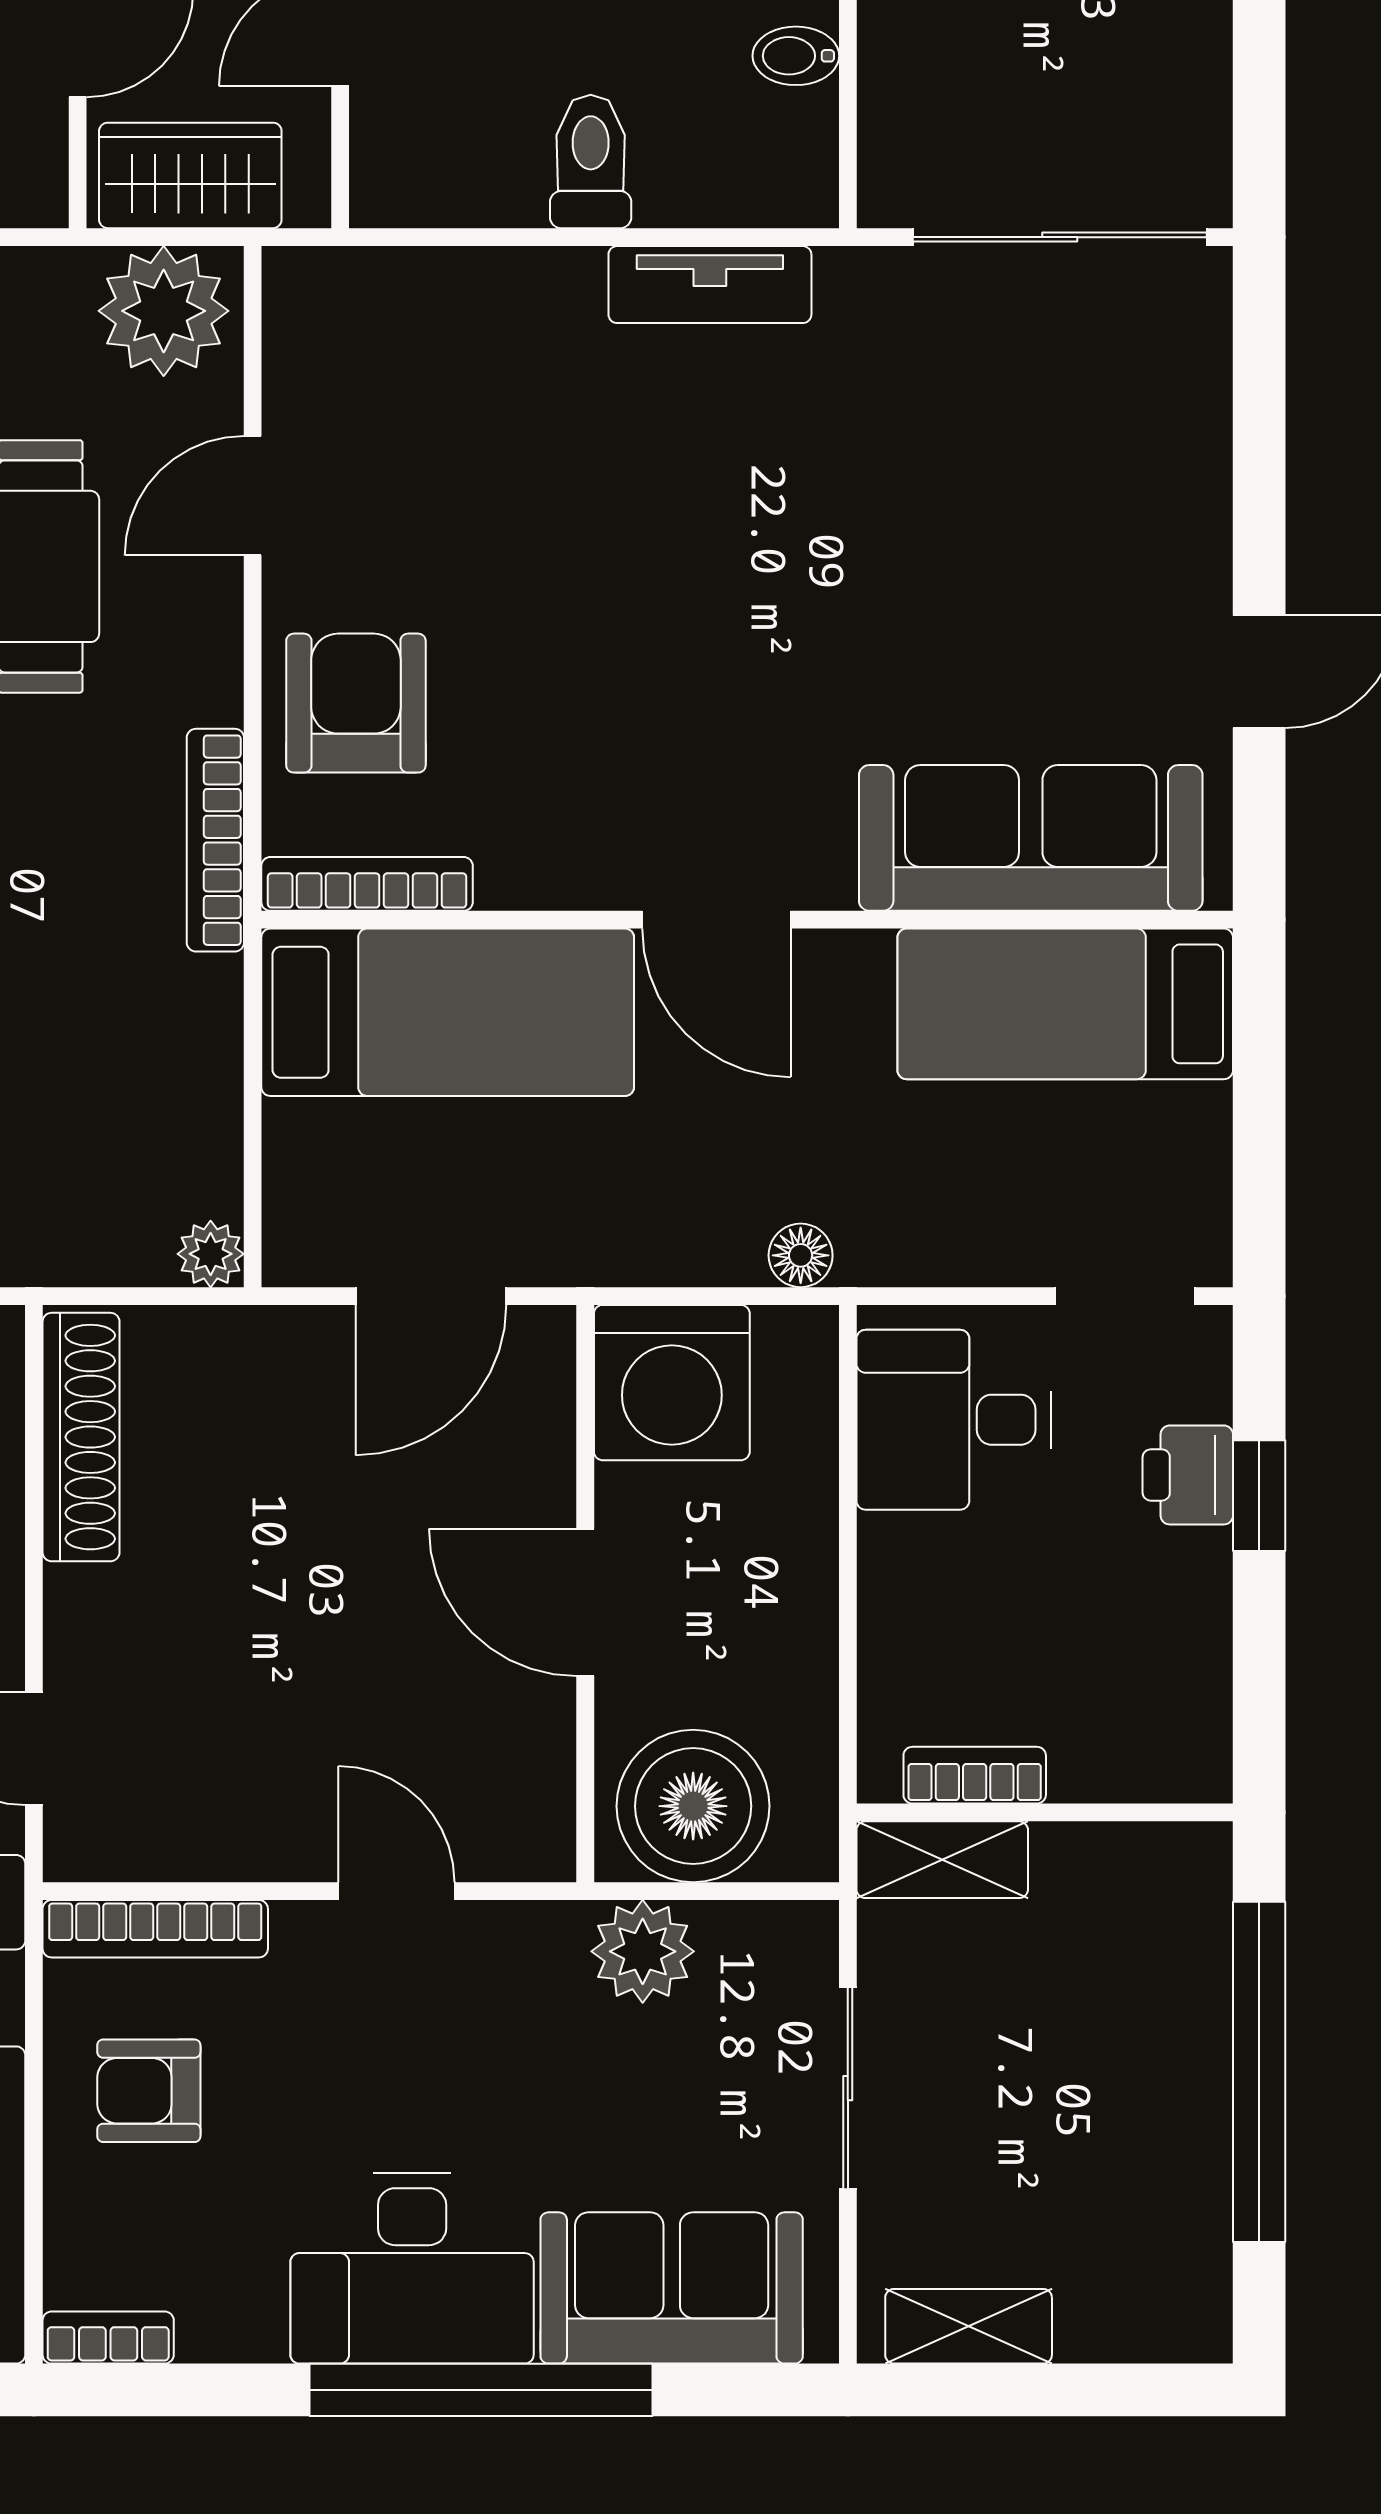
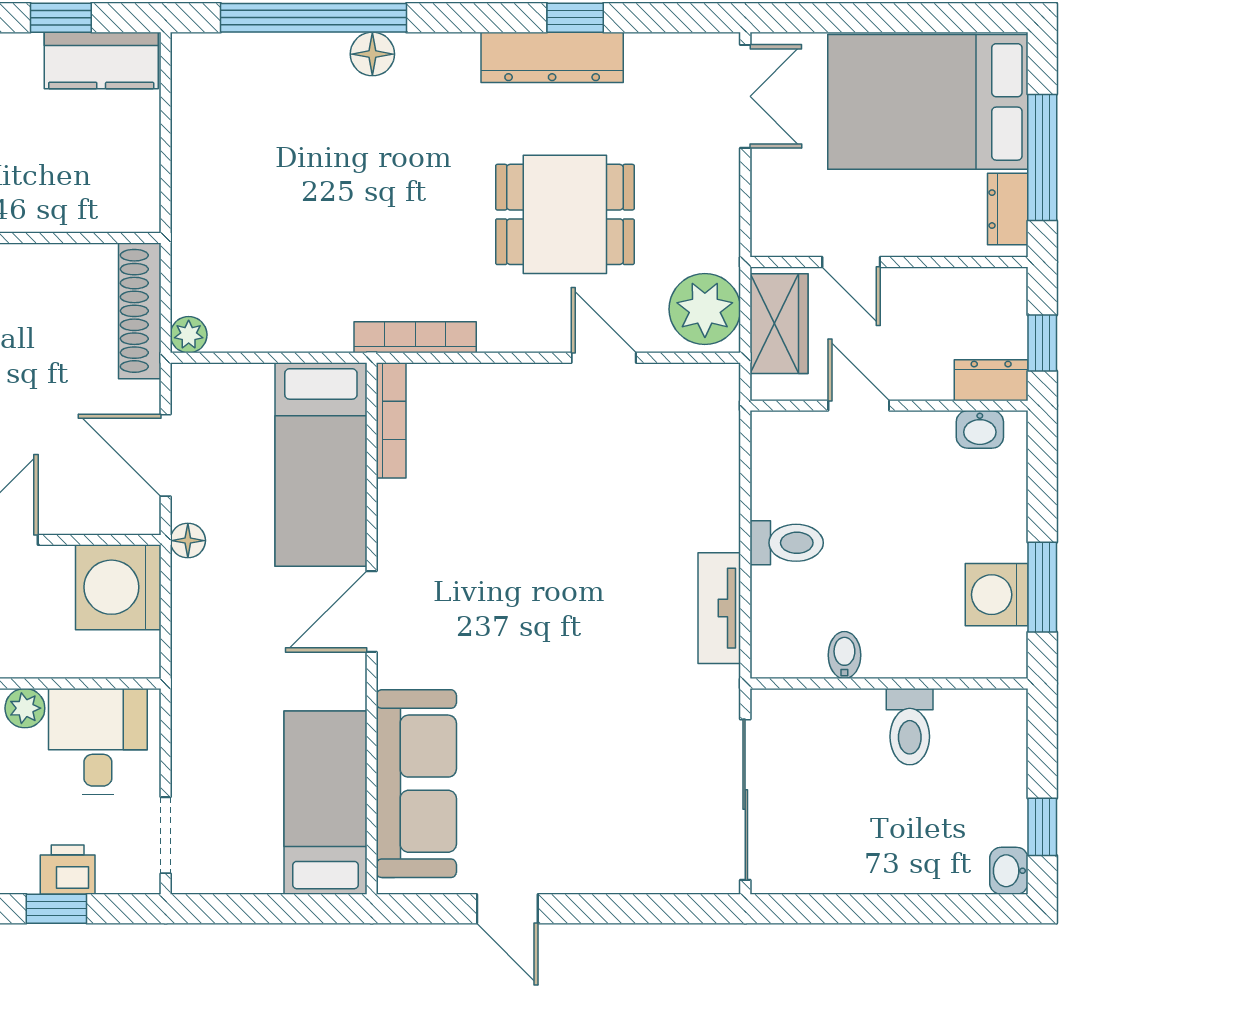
armchair: (356, 703) -> (490, 414), removed
floor lamp: (801, 1255) -> (188, 541), moved
shoe rack: (81, 1437) -> (140, 311), moved, turned 90
plant: (893, 1553) -> (25, 708), added

